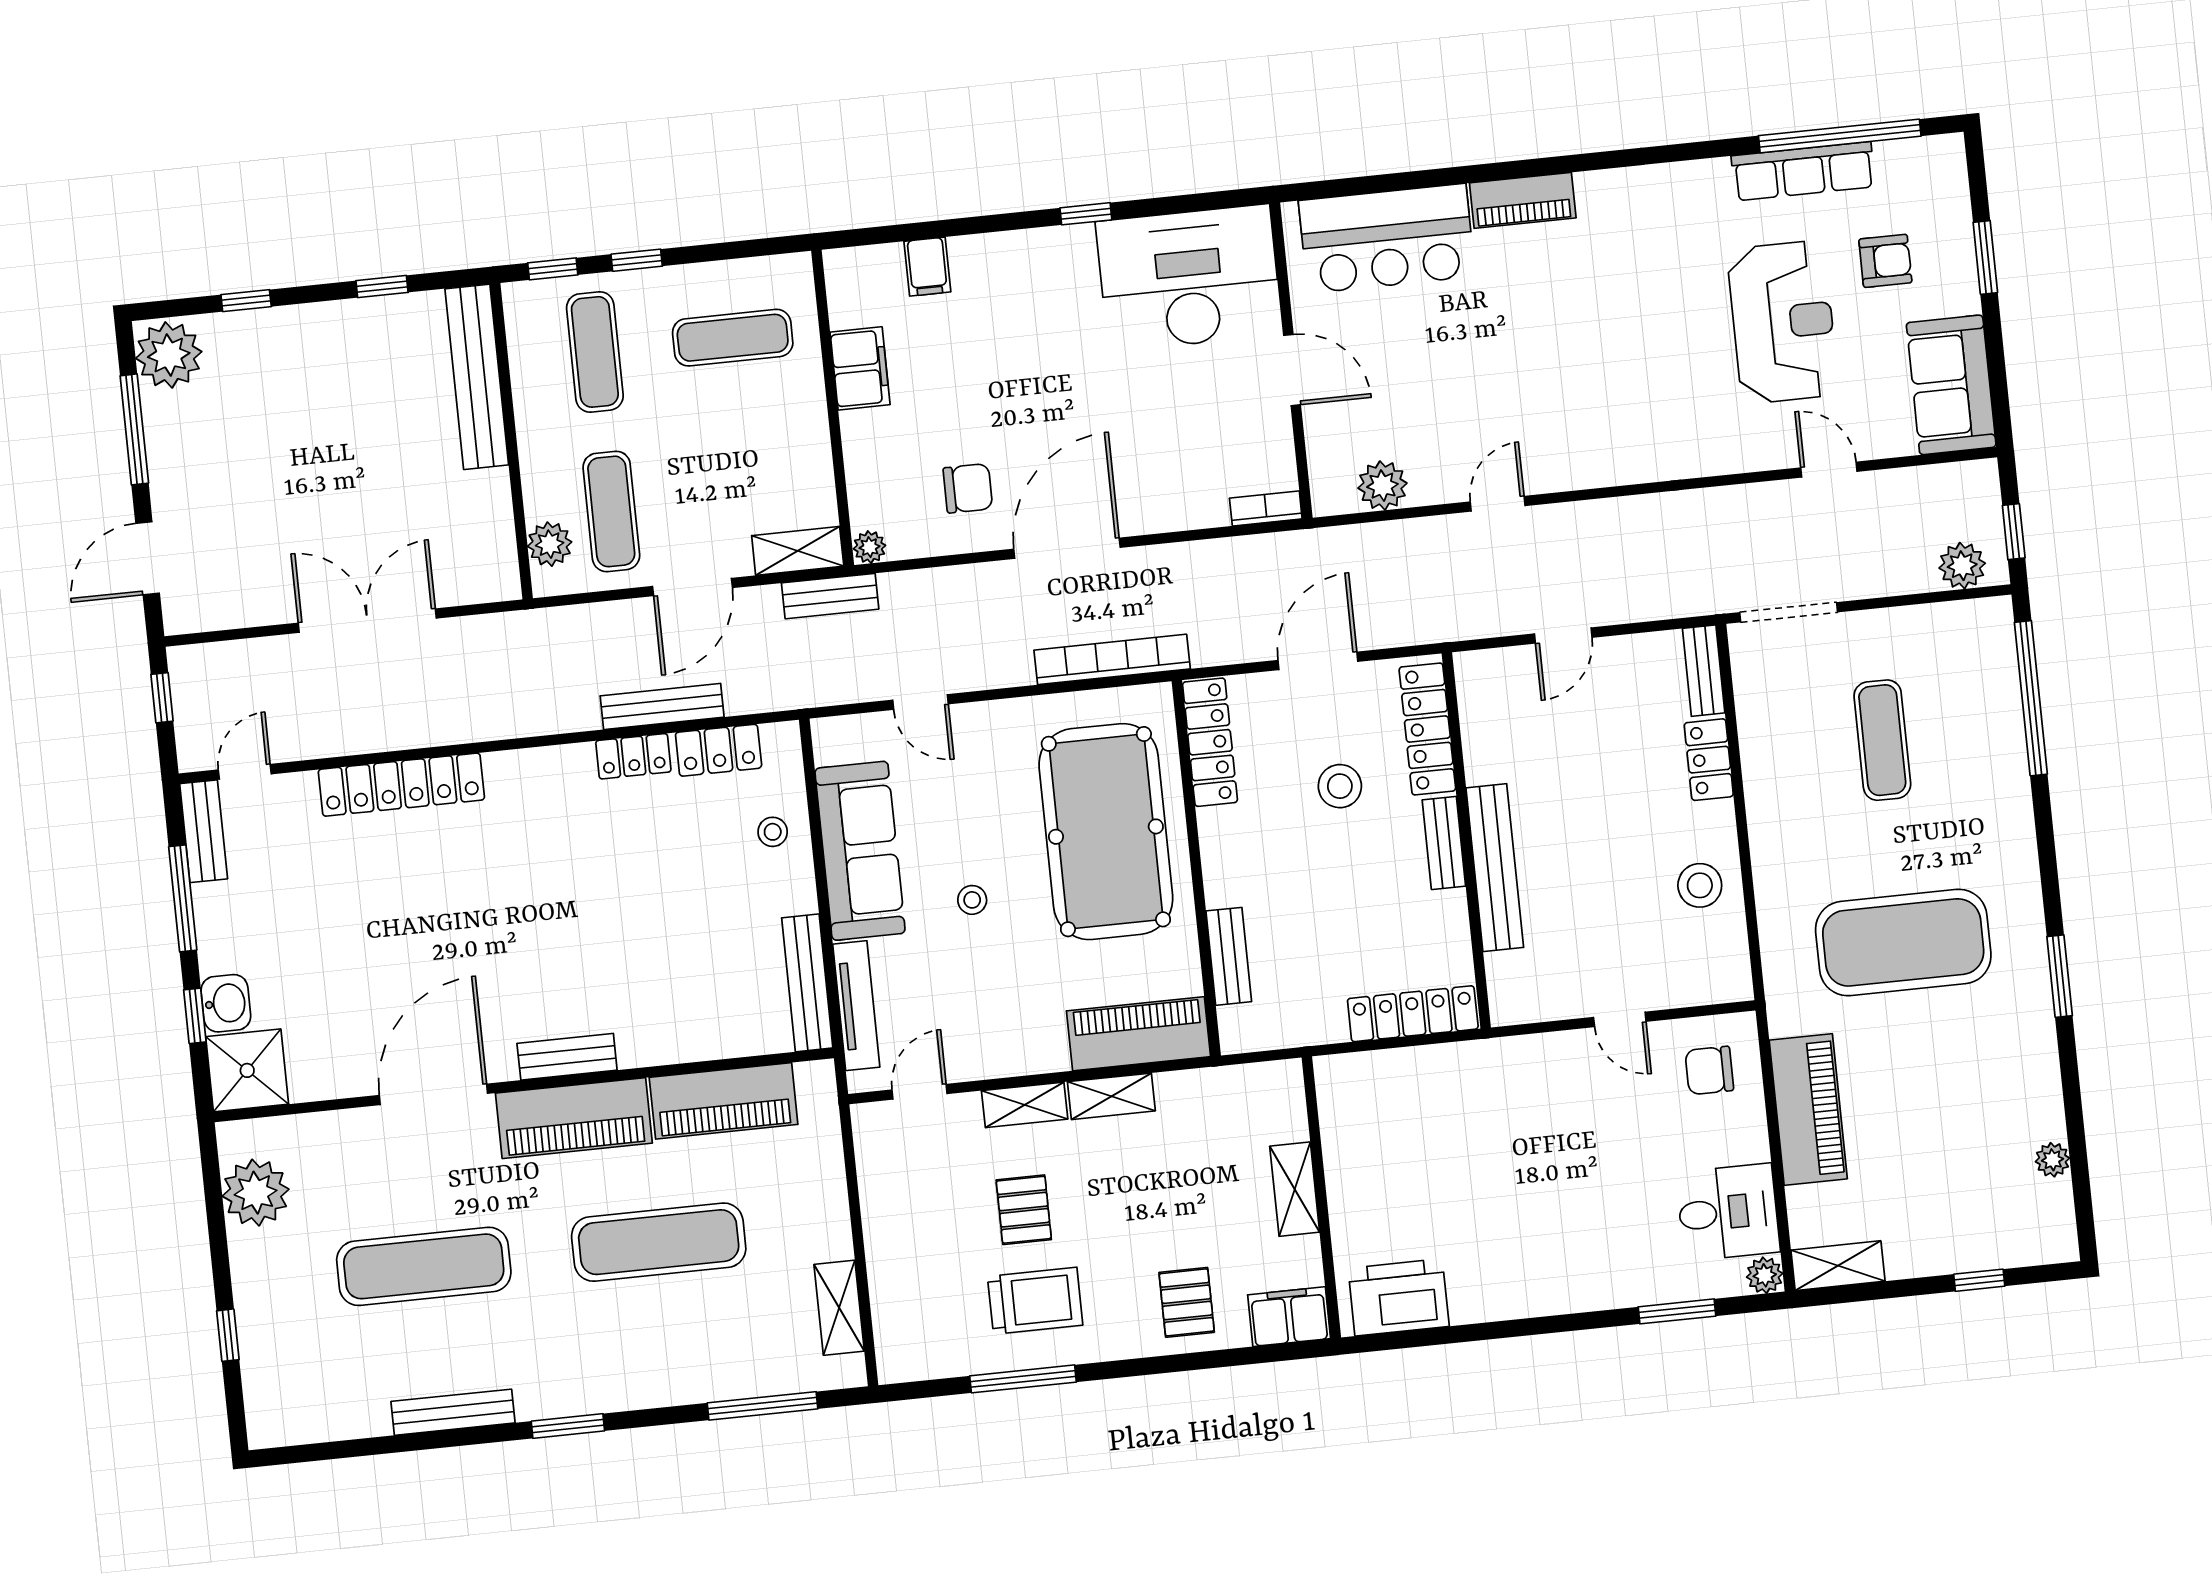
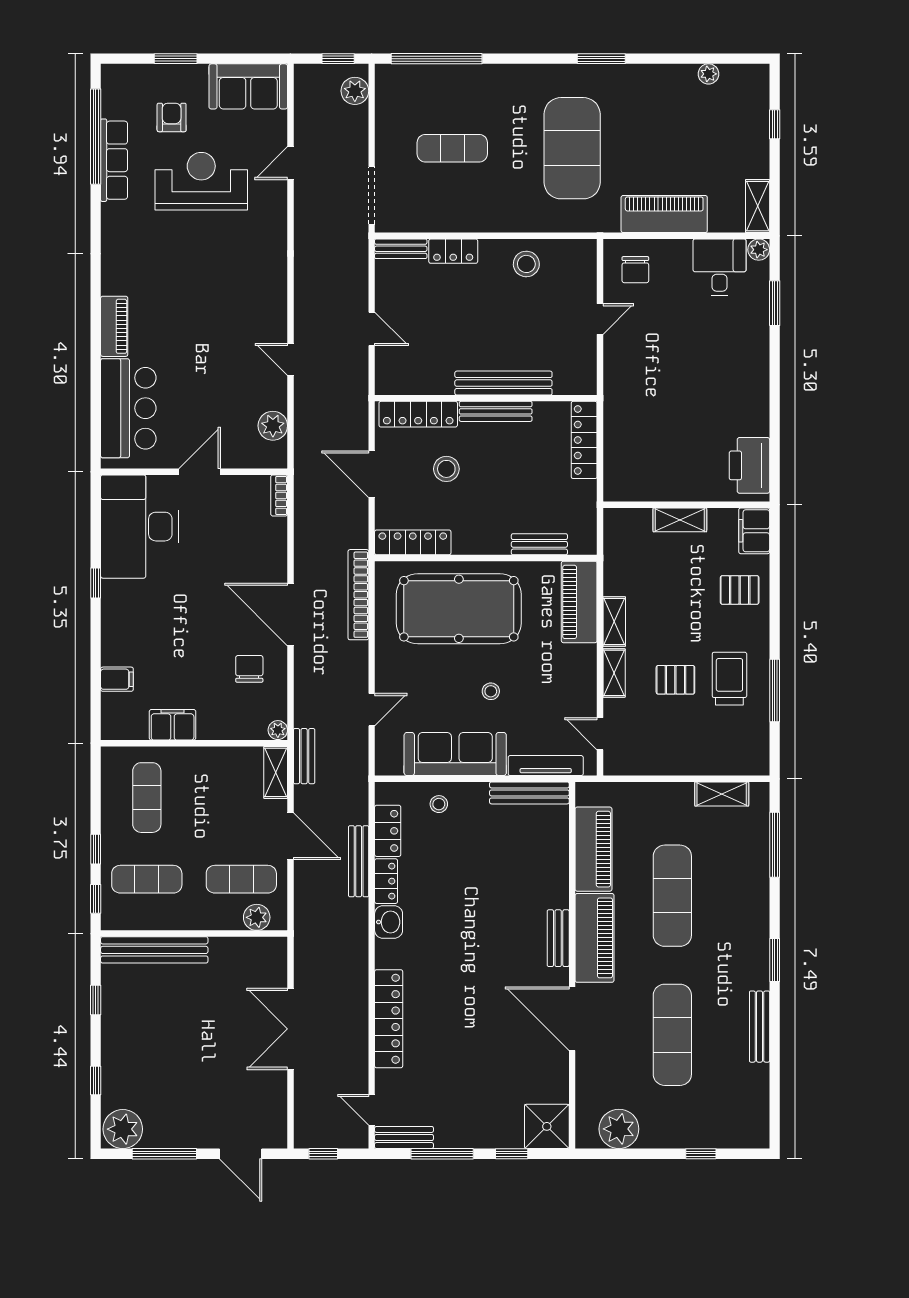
bench: (1444, 843) -> (496, 411), width x1.36
washbasin: (226, 1003) -> (389, 922), moved, turned 90

